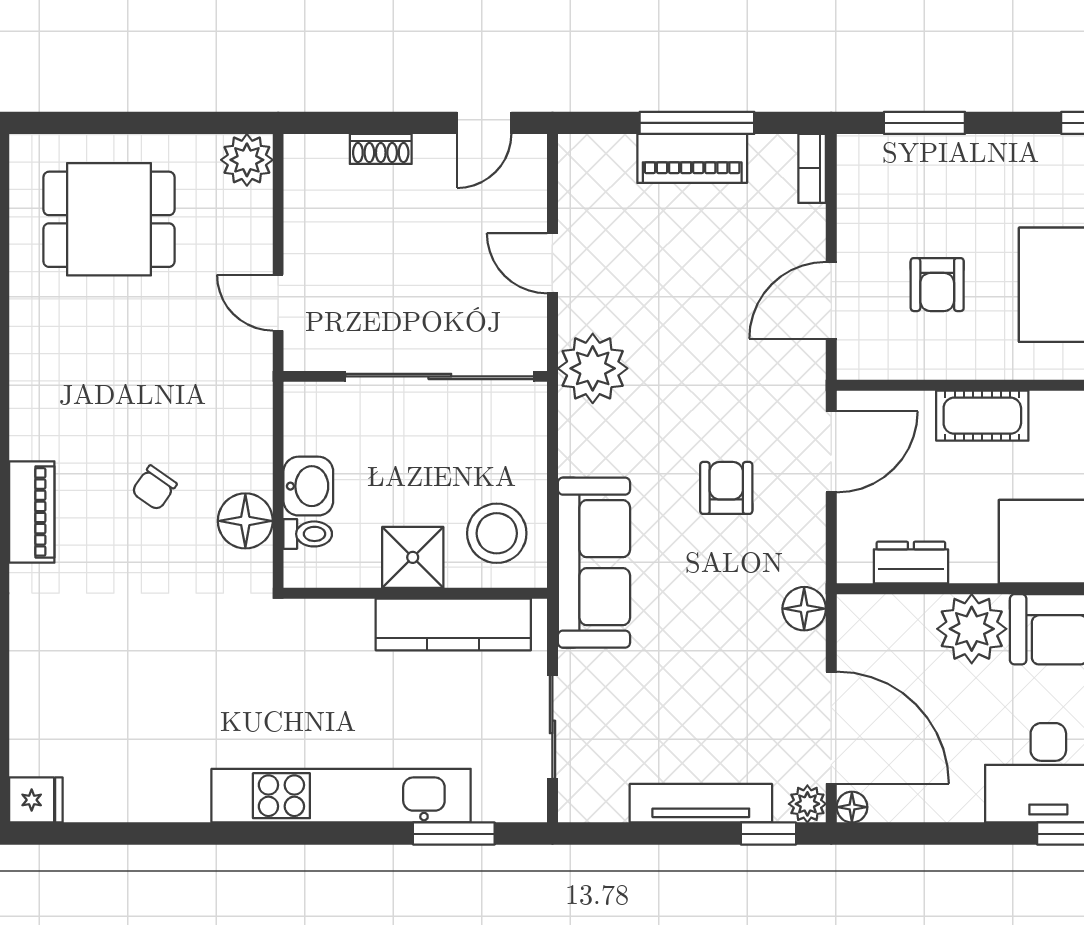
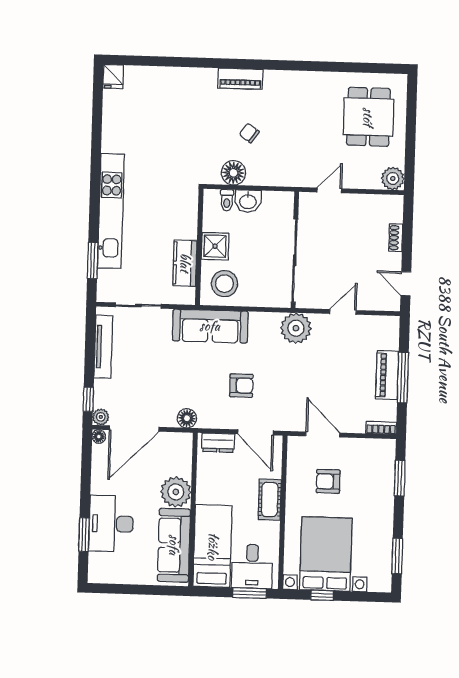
dresser: (911, 563) -> (218, 443), moved, turned 90
kitchen counter: (453, 624) -> (185, 263), width x0.67
tv unit: (701, 803) -> (103, 347), moved

